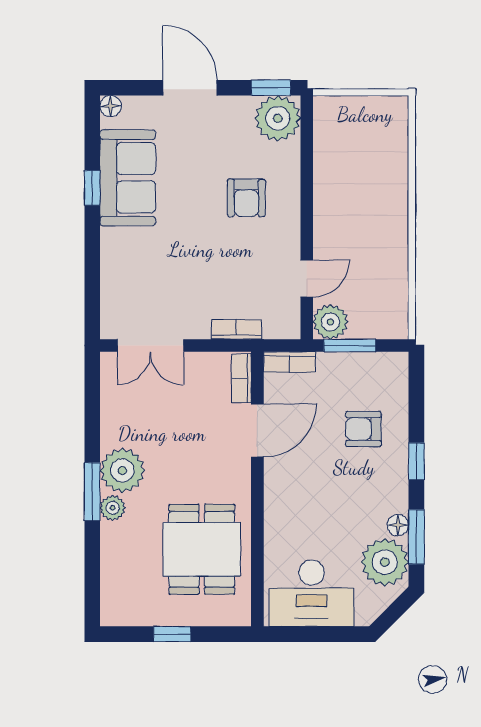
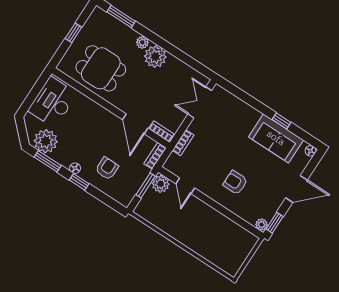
plant: (278, 118) -> (261, 225), width x0.53, depth x0.53
window: (92, 492) -> (121, 16), moved
floor lamp: (398, 525) -> (75, 168), moved

